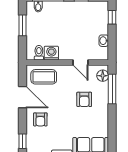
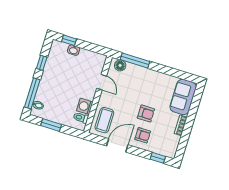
washbasin: (104, 41) -> (74, 50), moved
door: (80, 62) -> (102, 82), hinge flipped
armchair: (84, 99) -> (146, 114), moved

